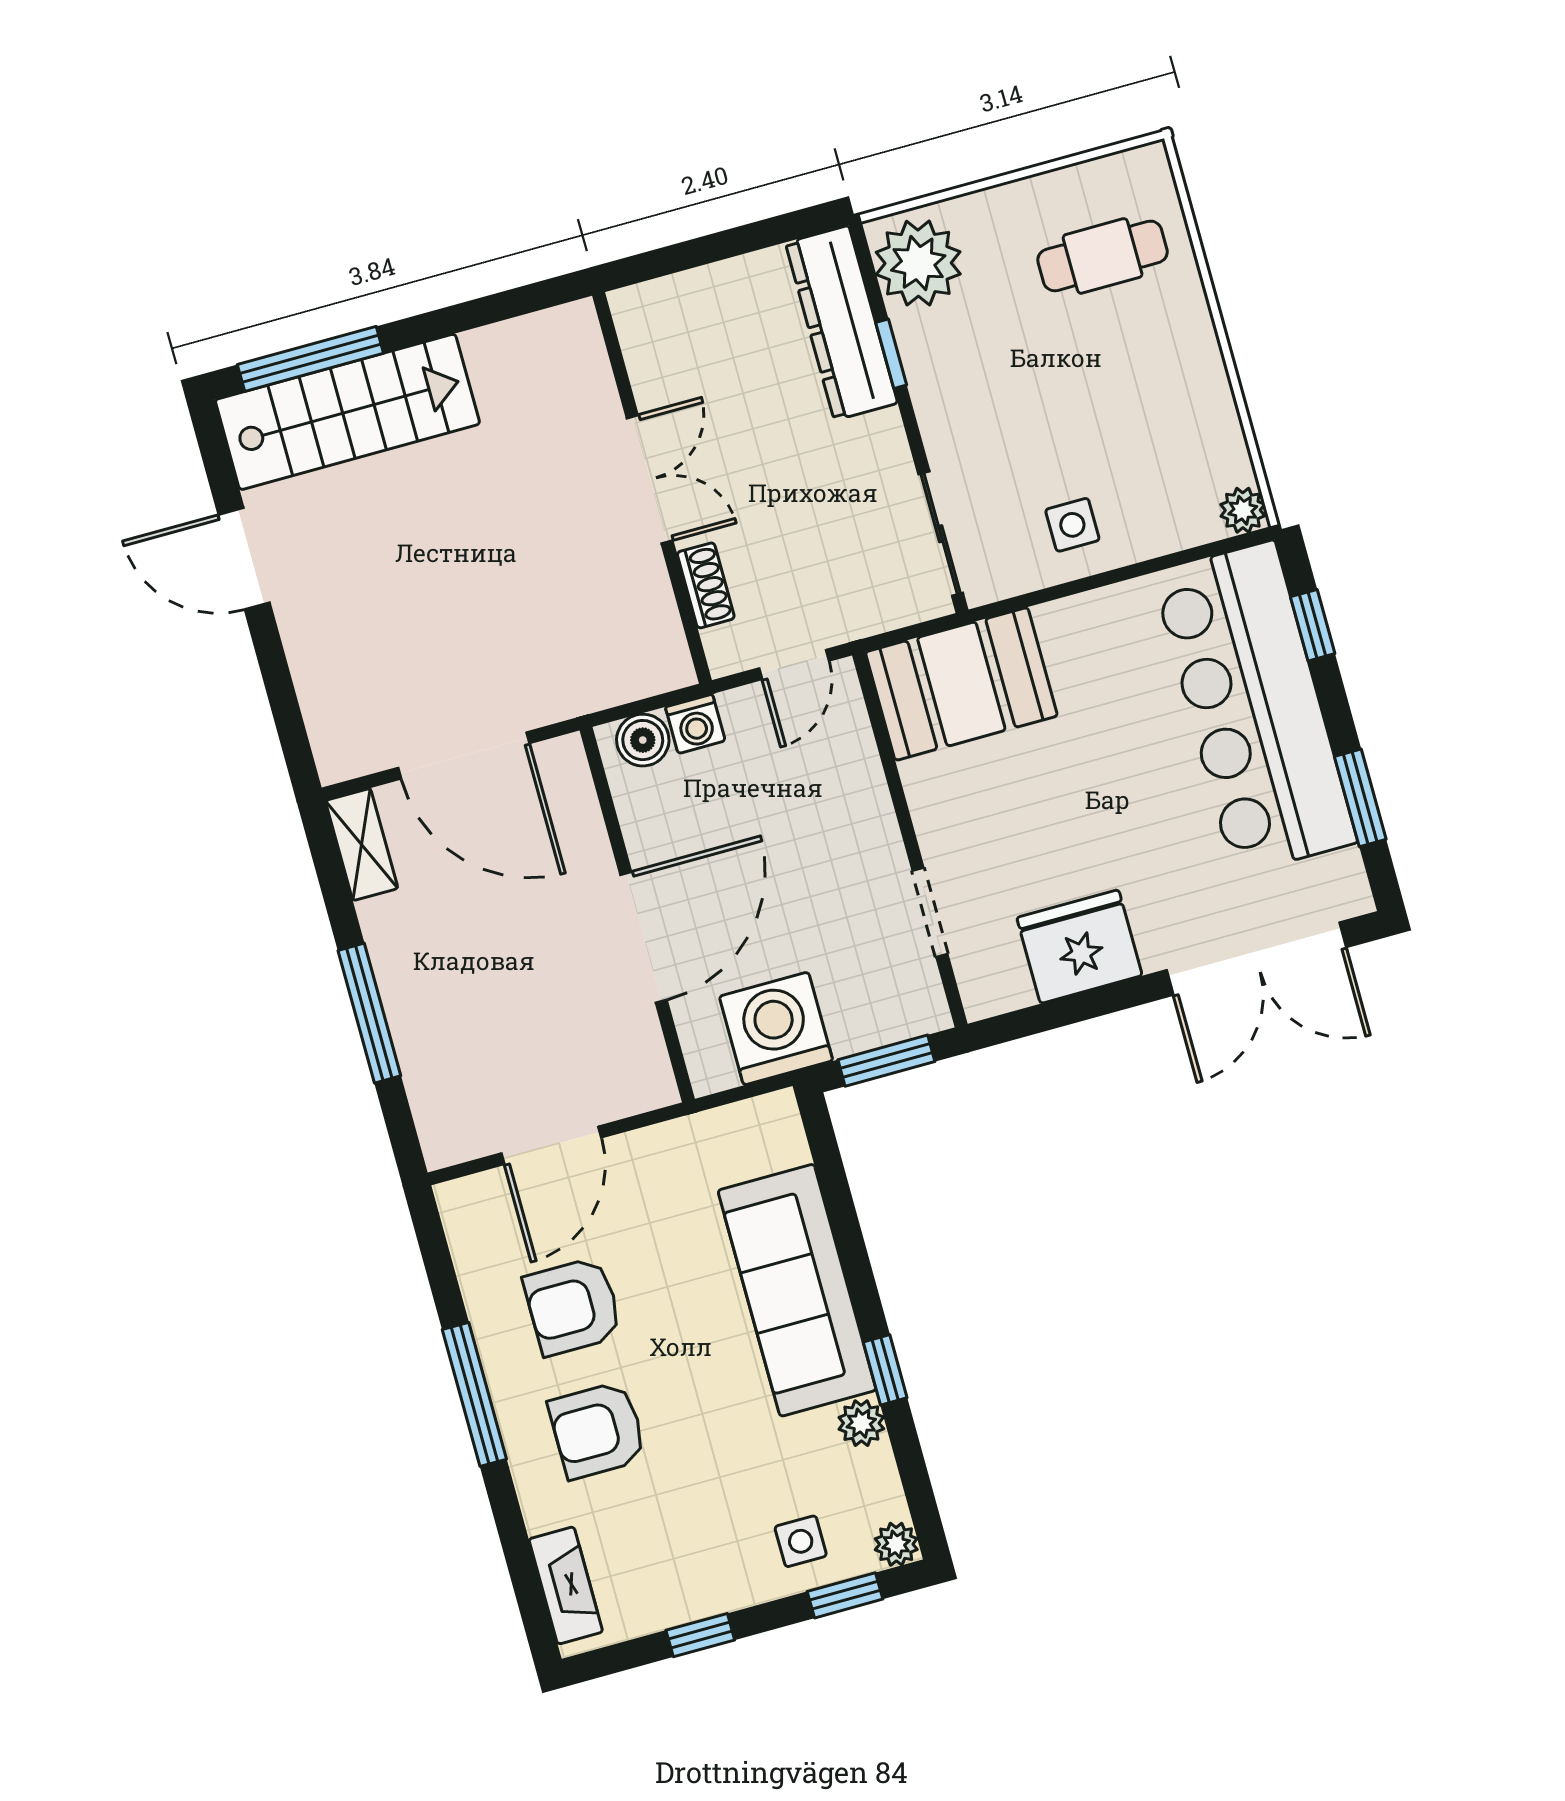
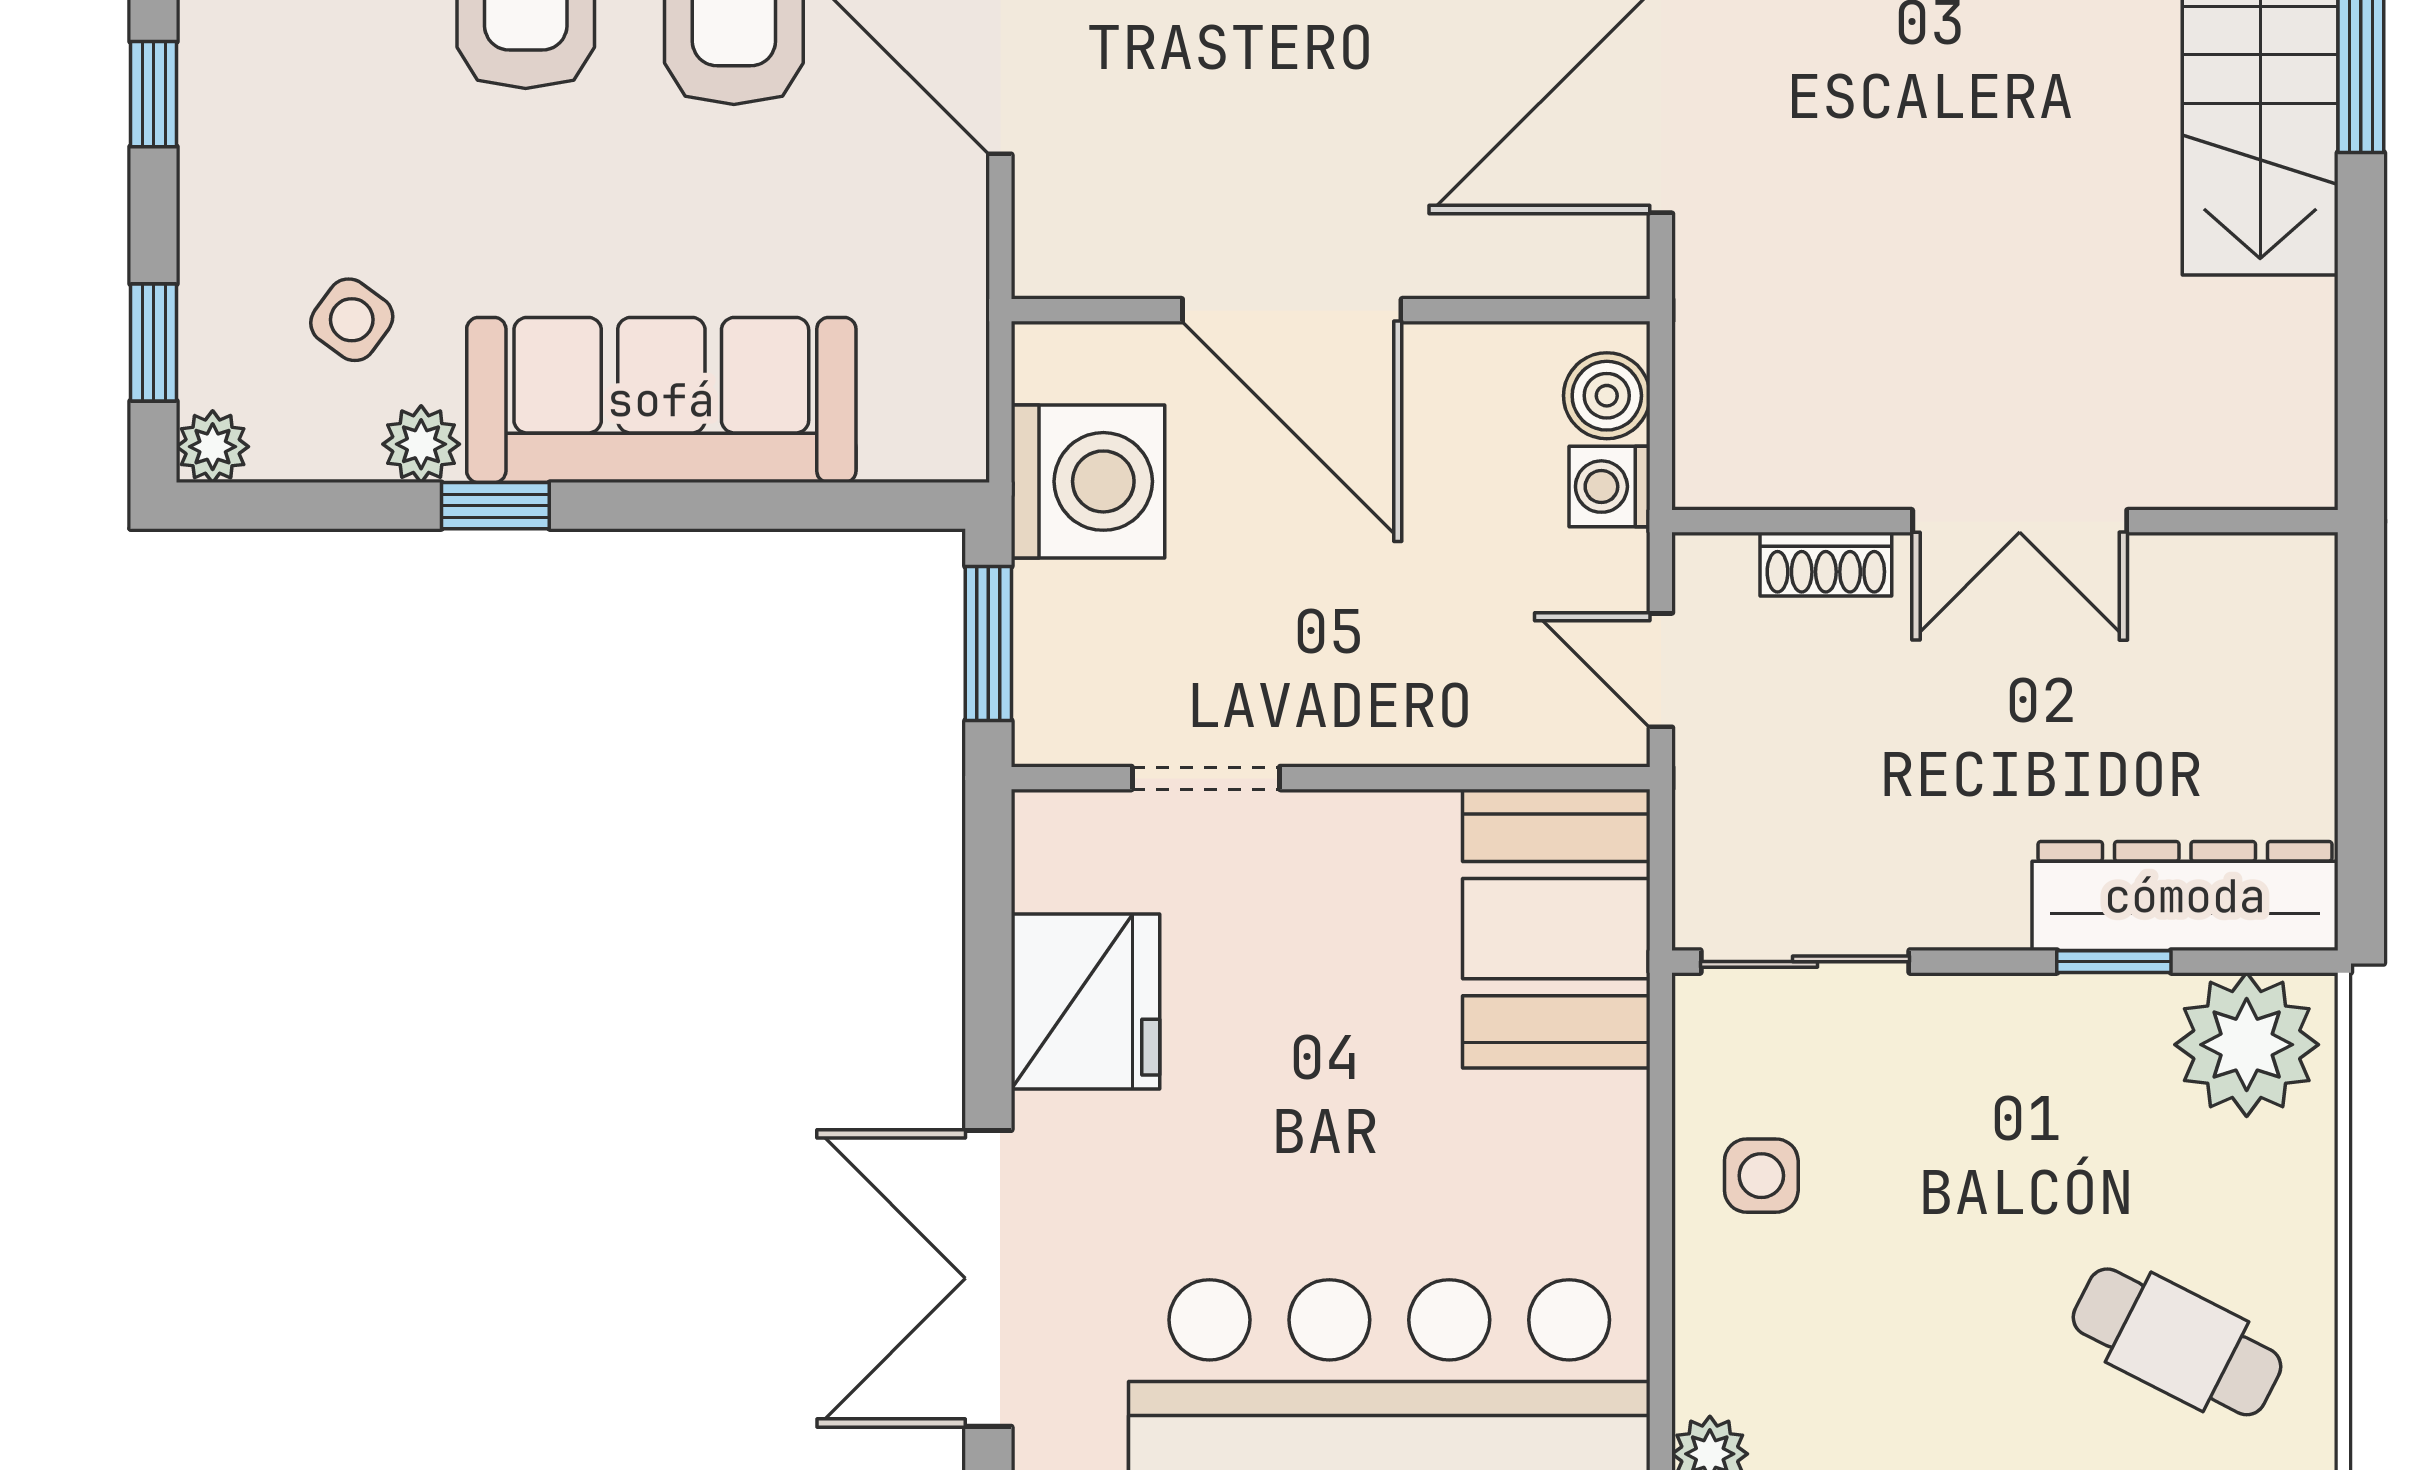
cafe table: (1103, 256) -> (2177, 1342), turned -63
side table: (801, 1541) -> (352, 320), moved, turned 36

